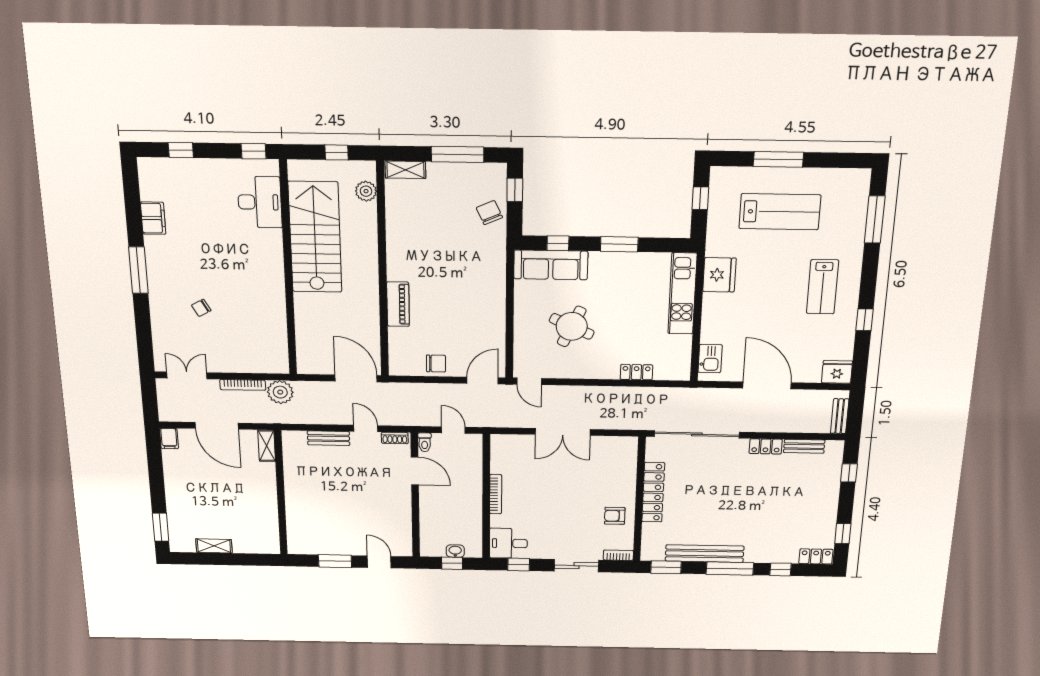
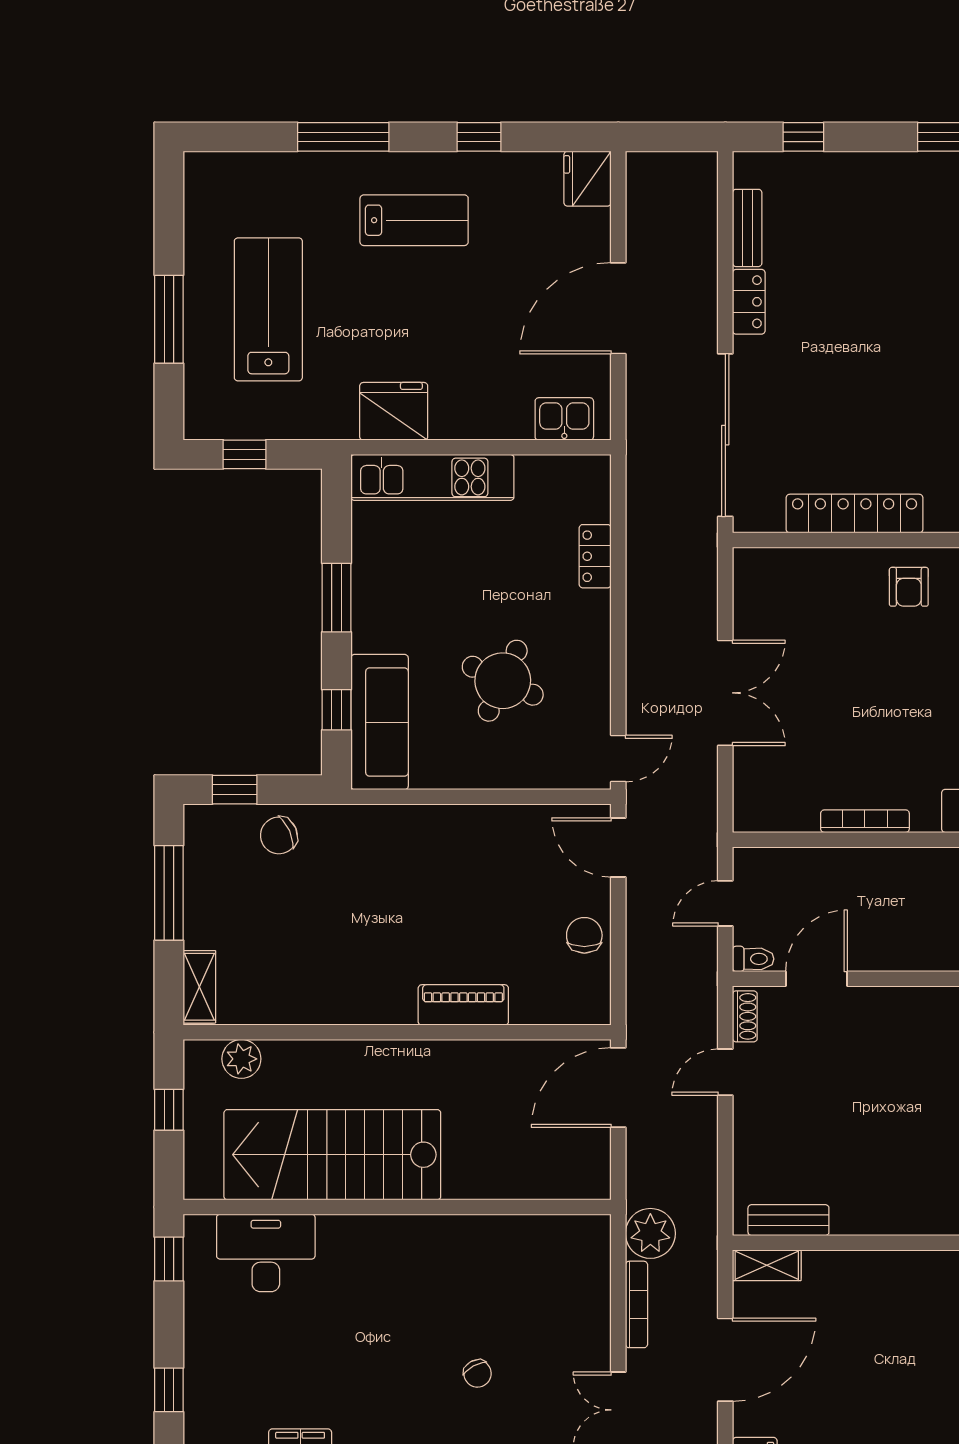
window: (875, 219) -> (343, 137), moved
bench: (840, 416) -> (681, 166), removed
bench: (328, 438) -> (788, 1220), moved, turned 90

